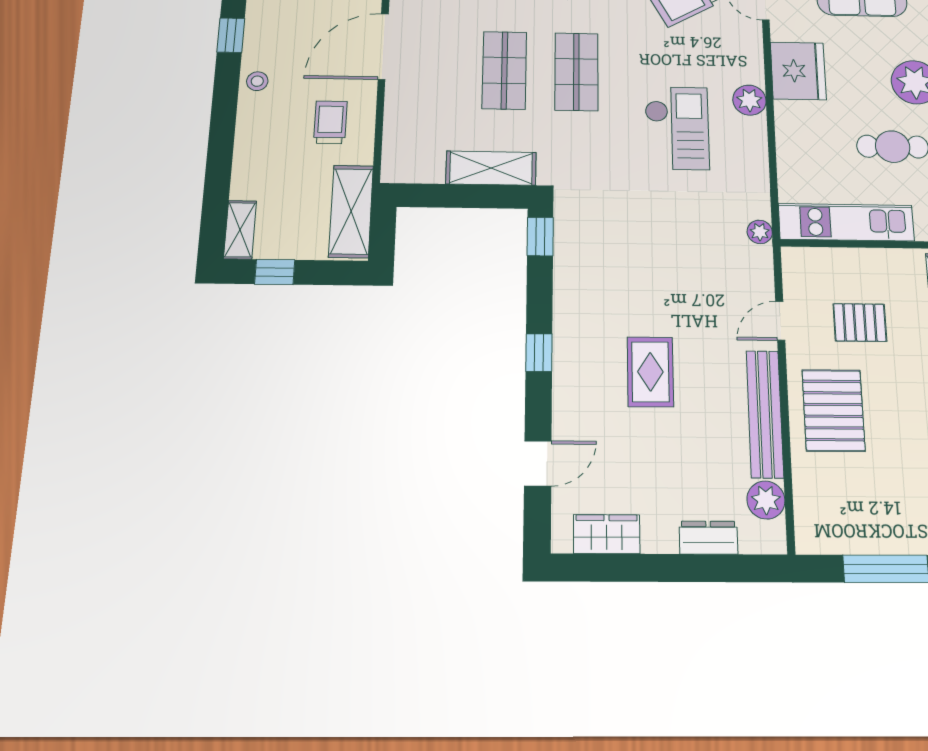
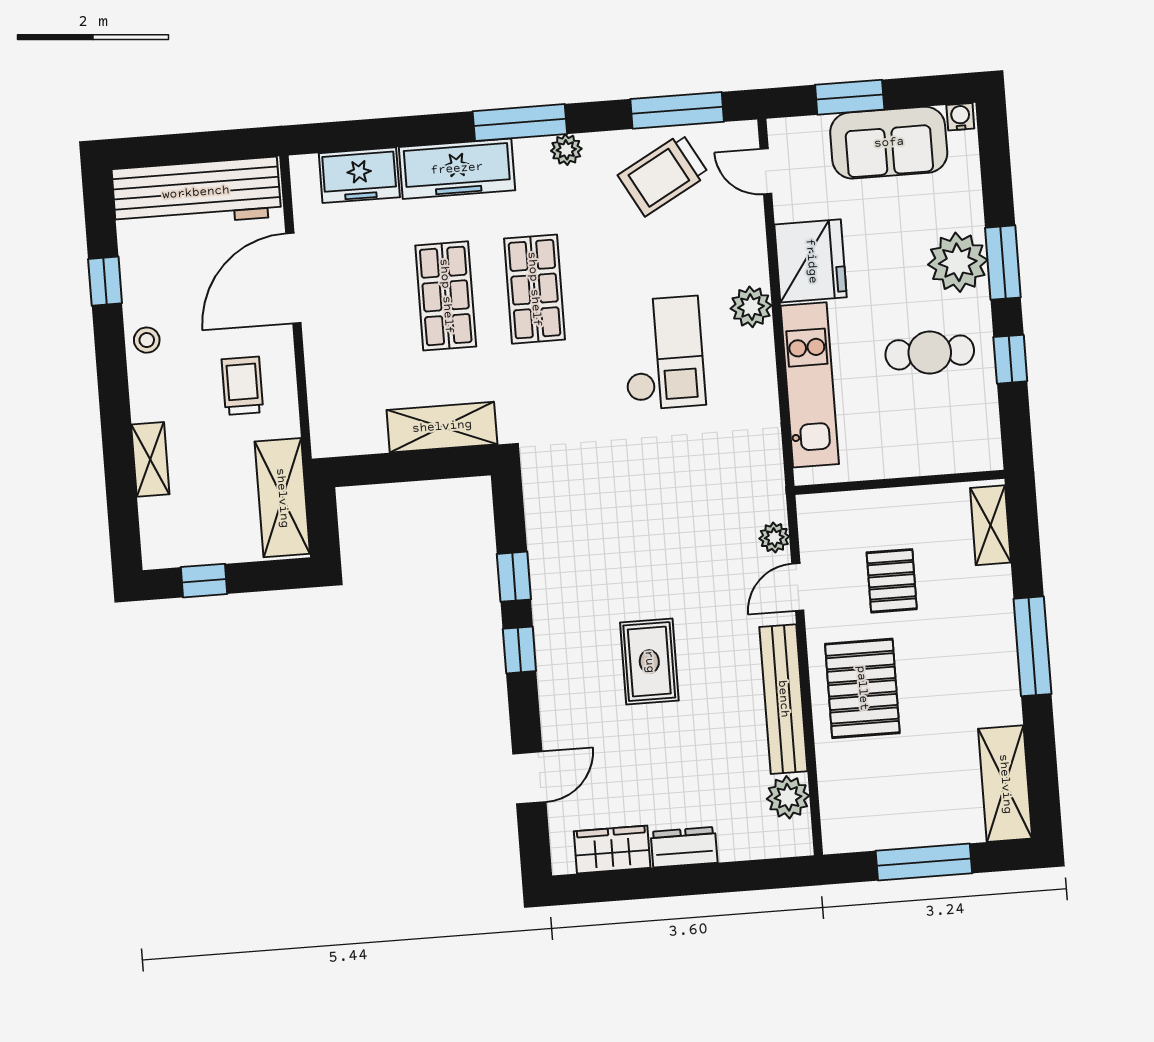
kitchen unit: (846, 222) -> (810, 385), moved, turned 90
shelving: (240, 230) -> (150, 459), moved
plant: (760, 232) -> (774, 538), moved
window: (540, 237) -> (514, 577), moved
pallet: (860, 322) -> (892, 581), turned 90
dresser: (708, 538) -> (684, 847), moved

